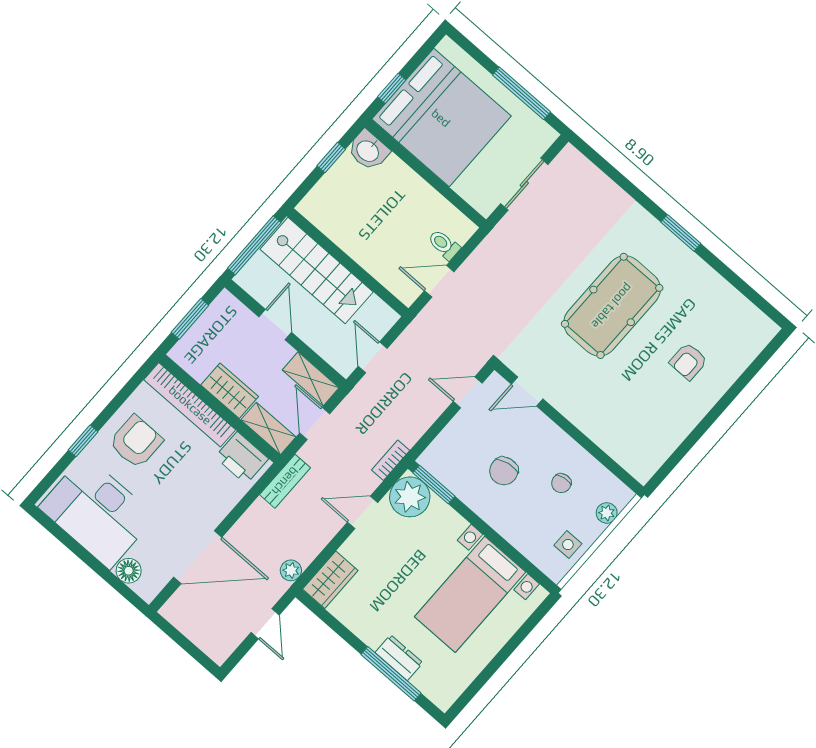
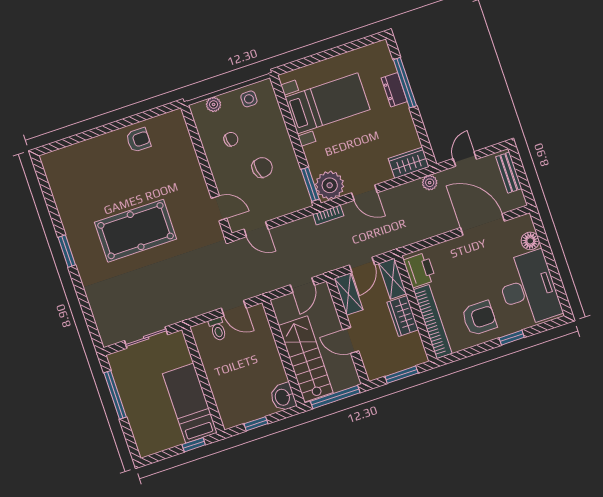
bed: (441, 118) -> (190, 403), width x0.49
washbasin: (368, 150) -> (283, 397), moved, turned 180
door: (275, 325) -> (351, 340), hinge flipped
armchair: (688, 361) -> (138, 140), moved
armchair: (136, 442) -> (479, 318), turned 180
bench: (285, 481) -> (509, 173), moved, turned 90

